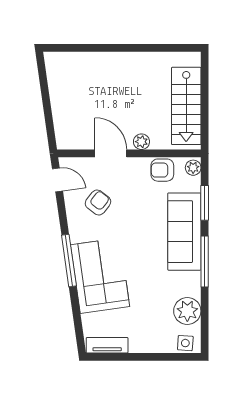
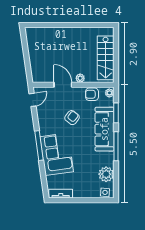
door: (57, 180) -> (33, 100), hinge flipped
armchair: (98, 203) -> (72, 118), moved

